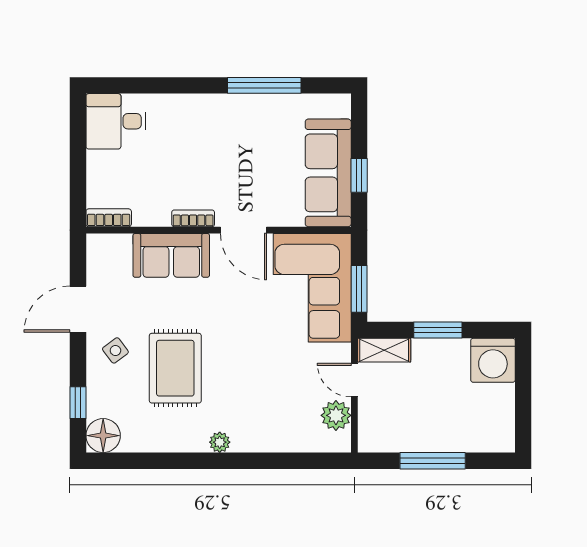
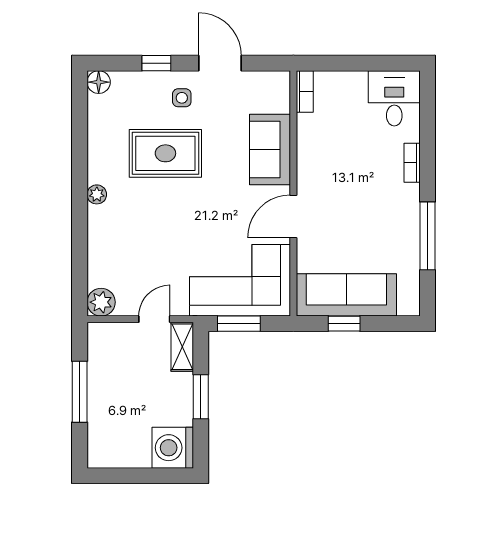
bookcase: (193, 218) -> (412, 163), moved, turned 180
side table: (115, 350) -> (182, 98), turned 37
window: (78, 403) -> (156, 63), moved
plant: (336, 415) -> (101, 302), moved
floor lamp: (103, 436) -> (99, 82), width x0.73, depth x0.73

